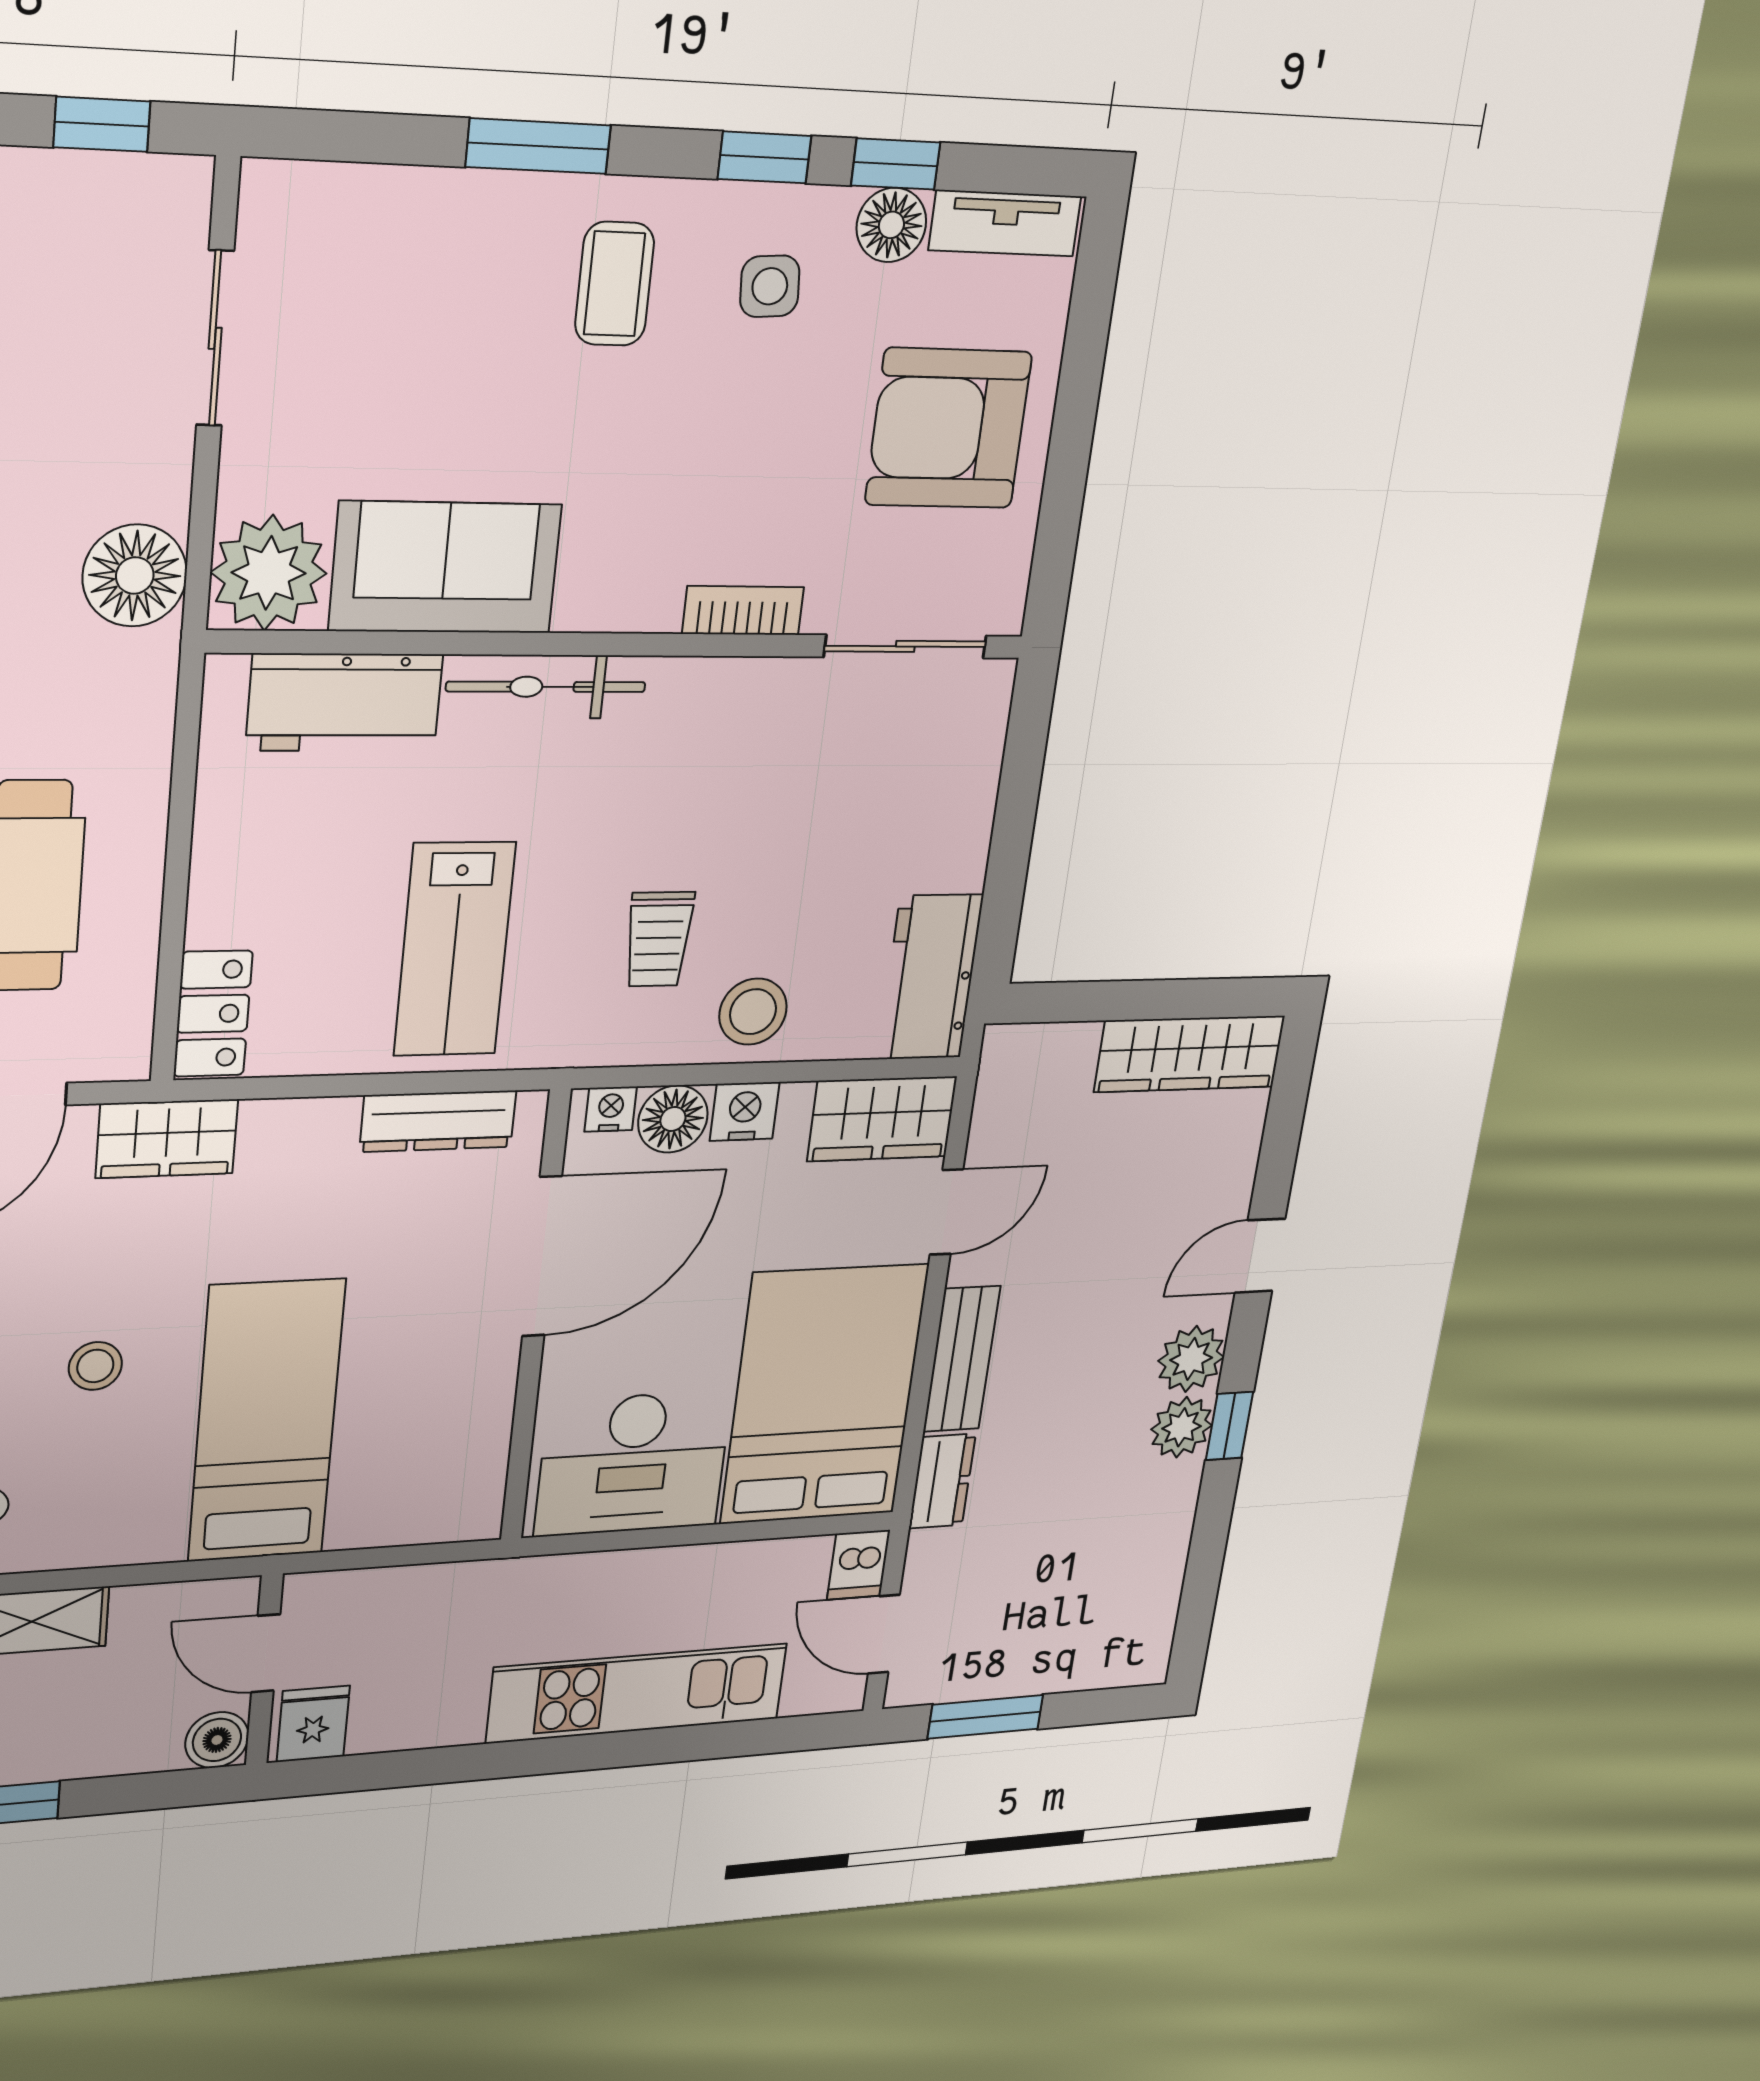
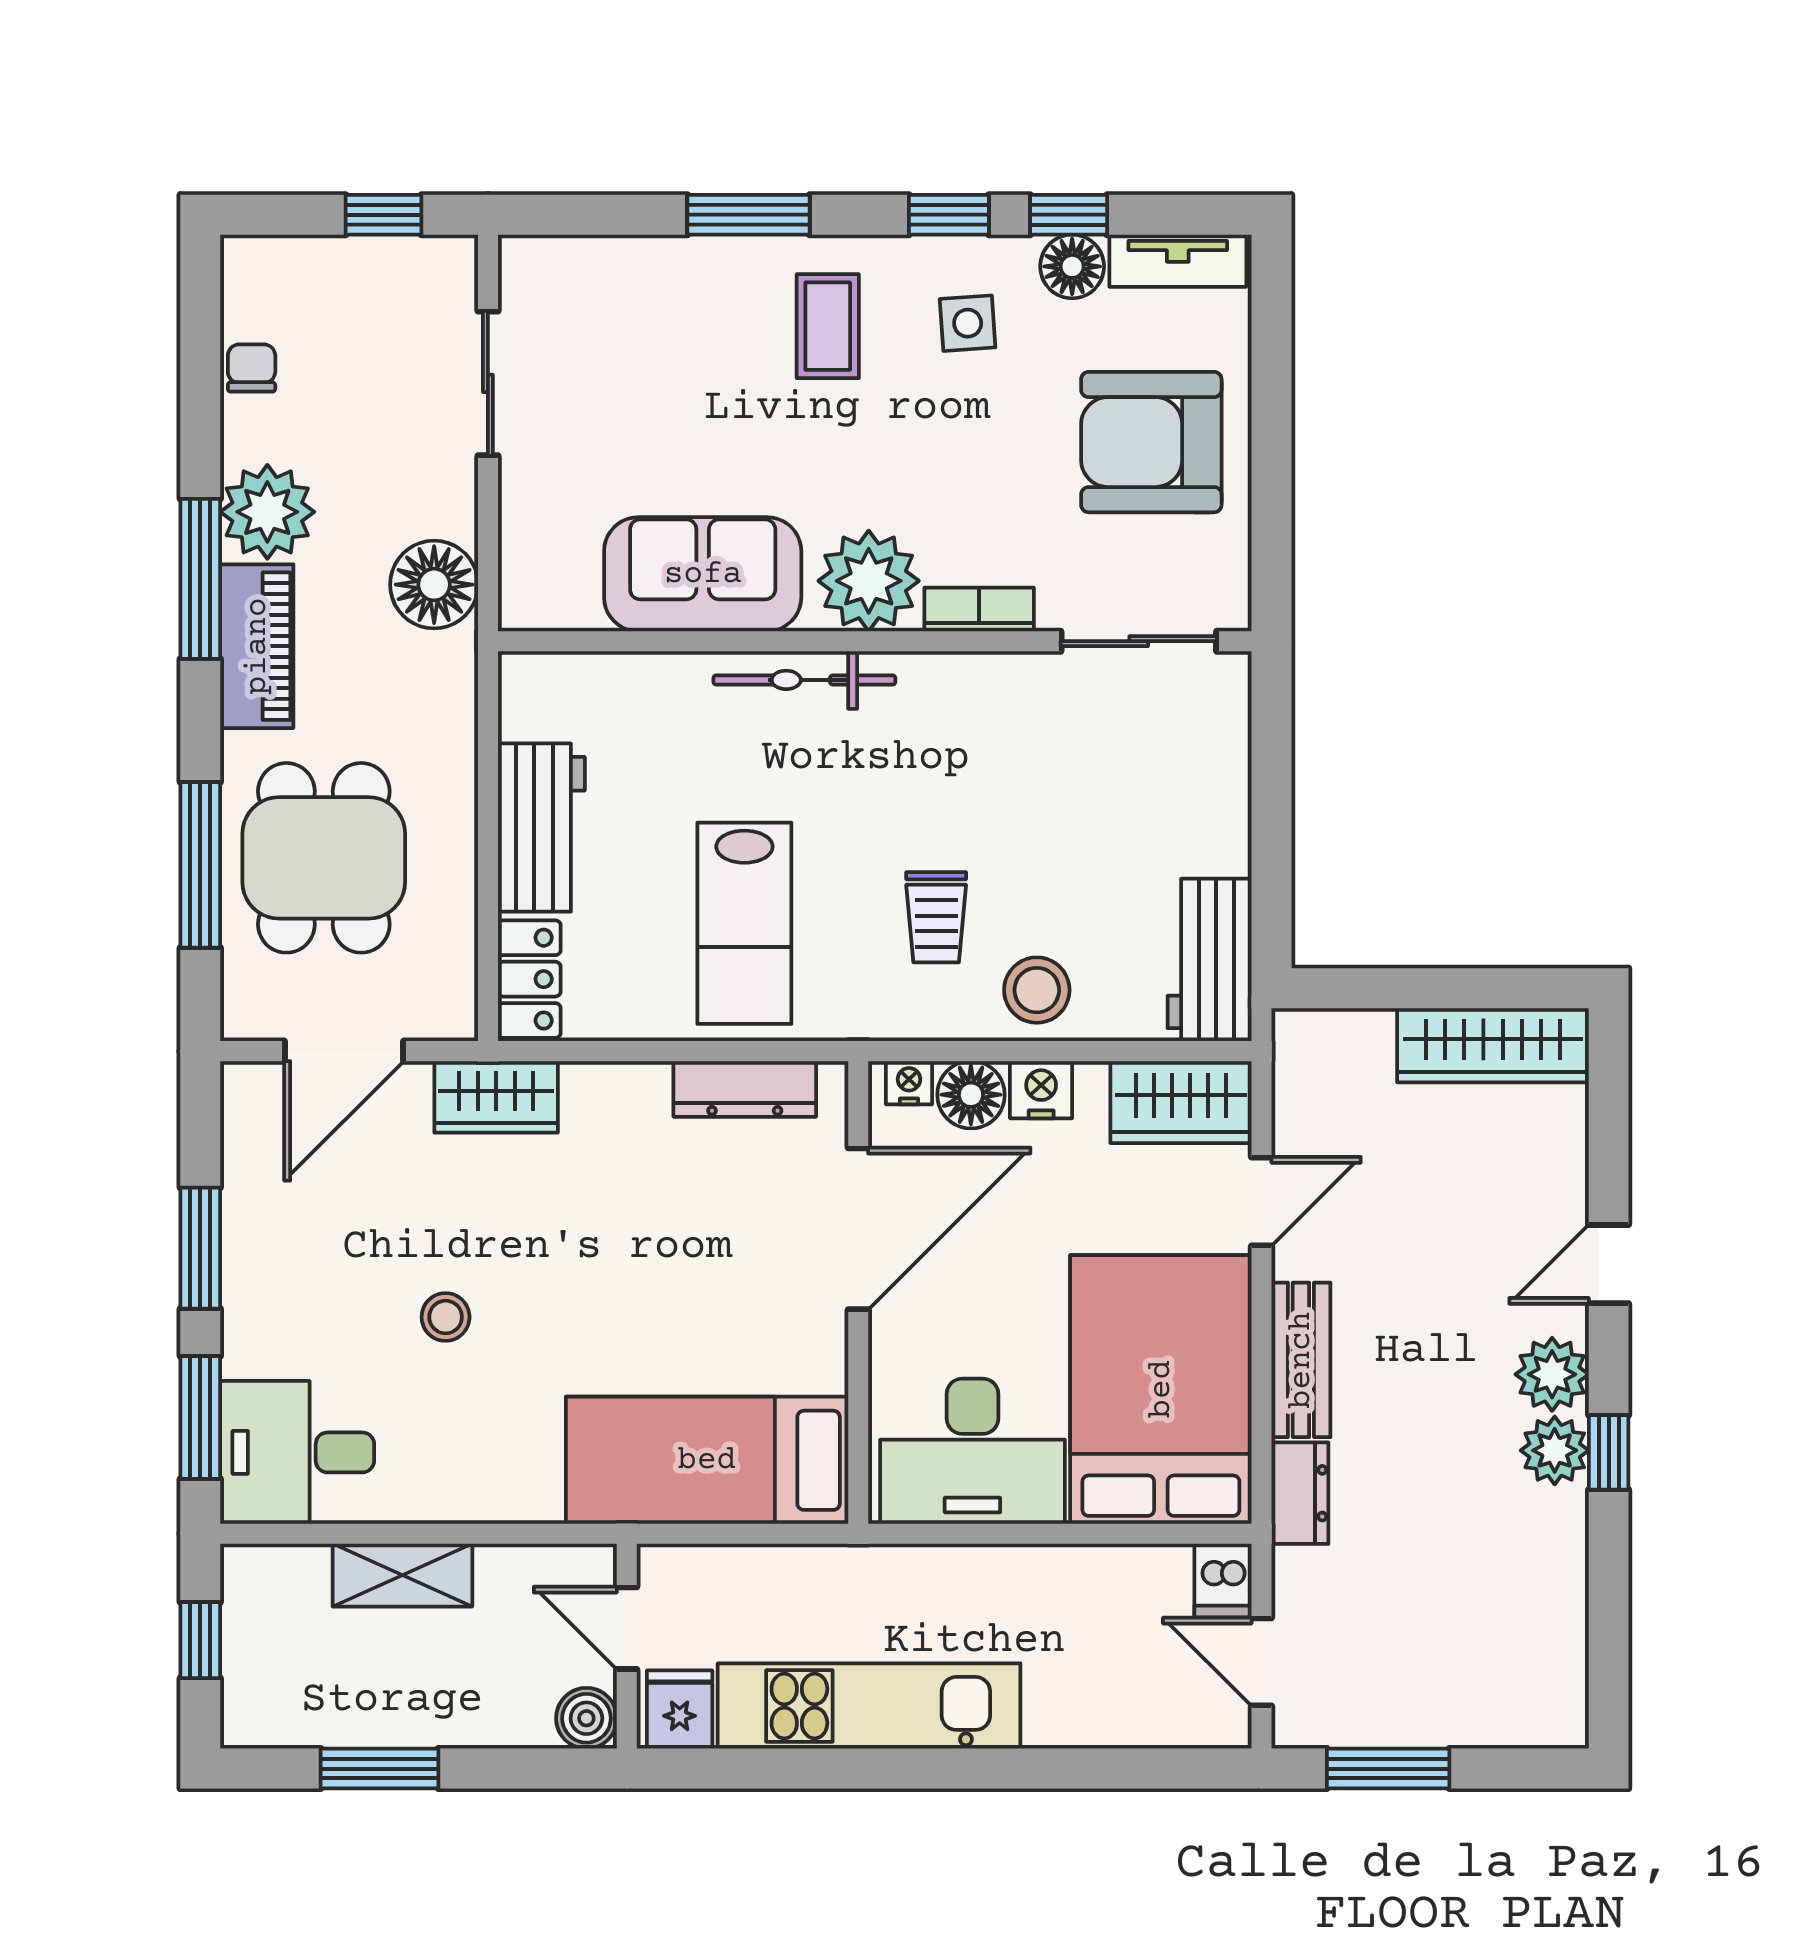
plant: (269, 573) -> (869, 581), moved
workbench: (344, 702) -> (541, 828), moved, turned -90
bed: (266, 1421) -> (707, 1460), moved, turned -90
kitchen unit: (637, 1693) -> (869, 1706), moved

